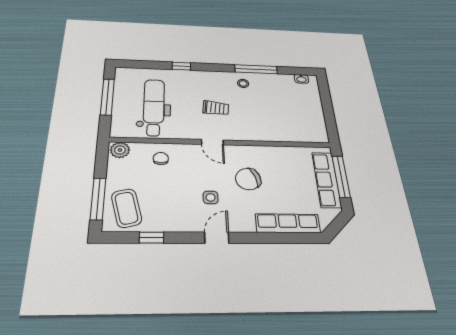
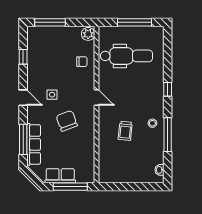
window: (181, 66) -> (168, 89), moved
trolley: (216, 108) -> (125, 131), moved
door: (212, 142) -> (97, 98), swing flipped
row of seats: (326, 180) -> (60, 176), width x0.68
coffee table: (126, 208) -> (44, 41), removed
window: (282, 238) -> (23, 139), added

